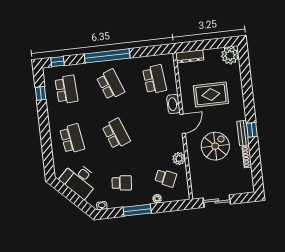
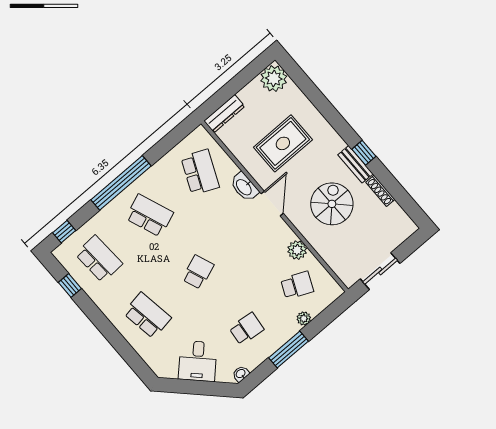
school desk: (155, 79) -> (200, 172), turned 30
school desk: (116, 134) -> (198, 272), width x0.54
desk: (79, 180) -> (198, 361), width x0.73

